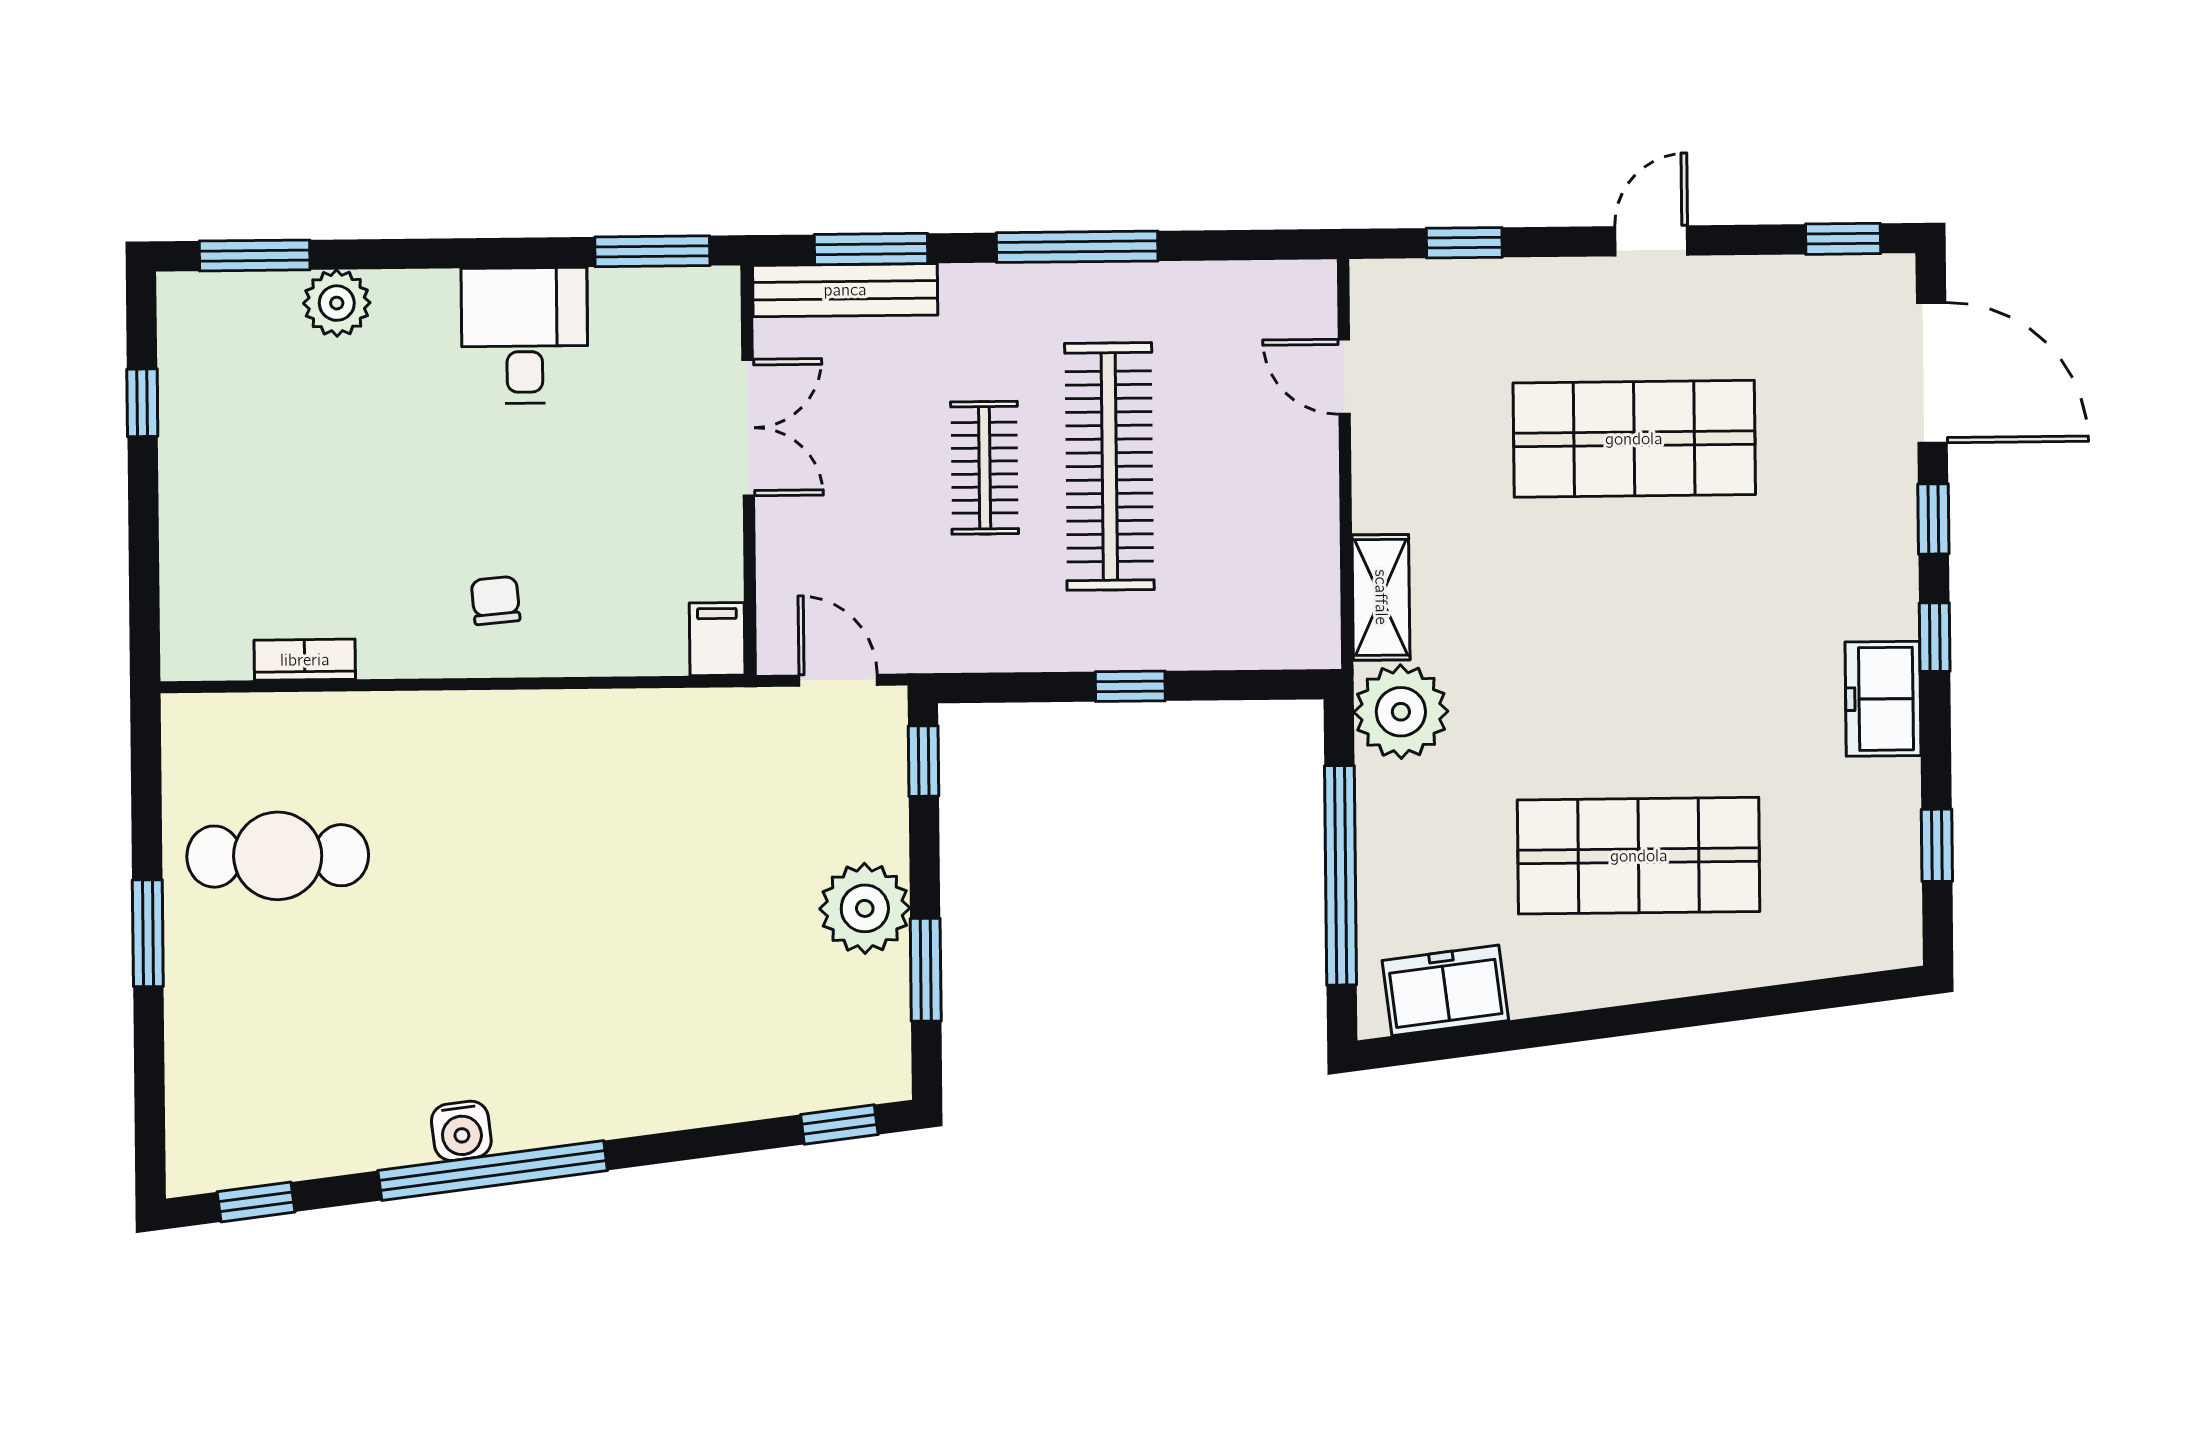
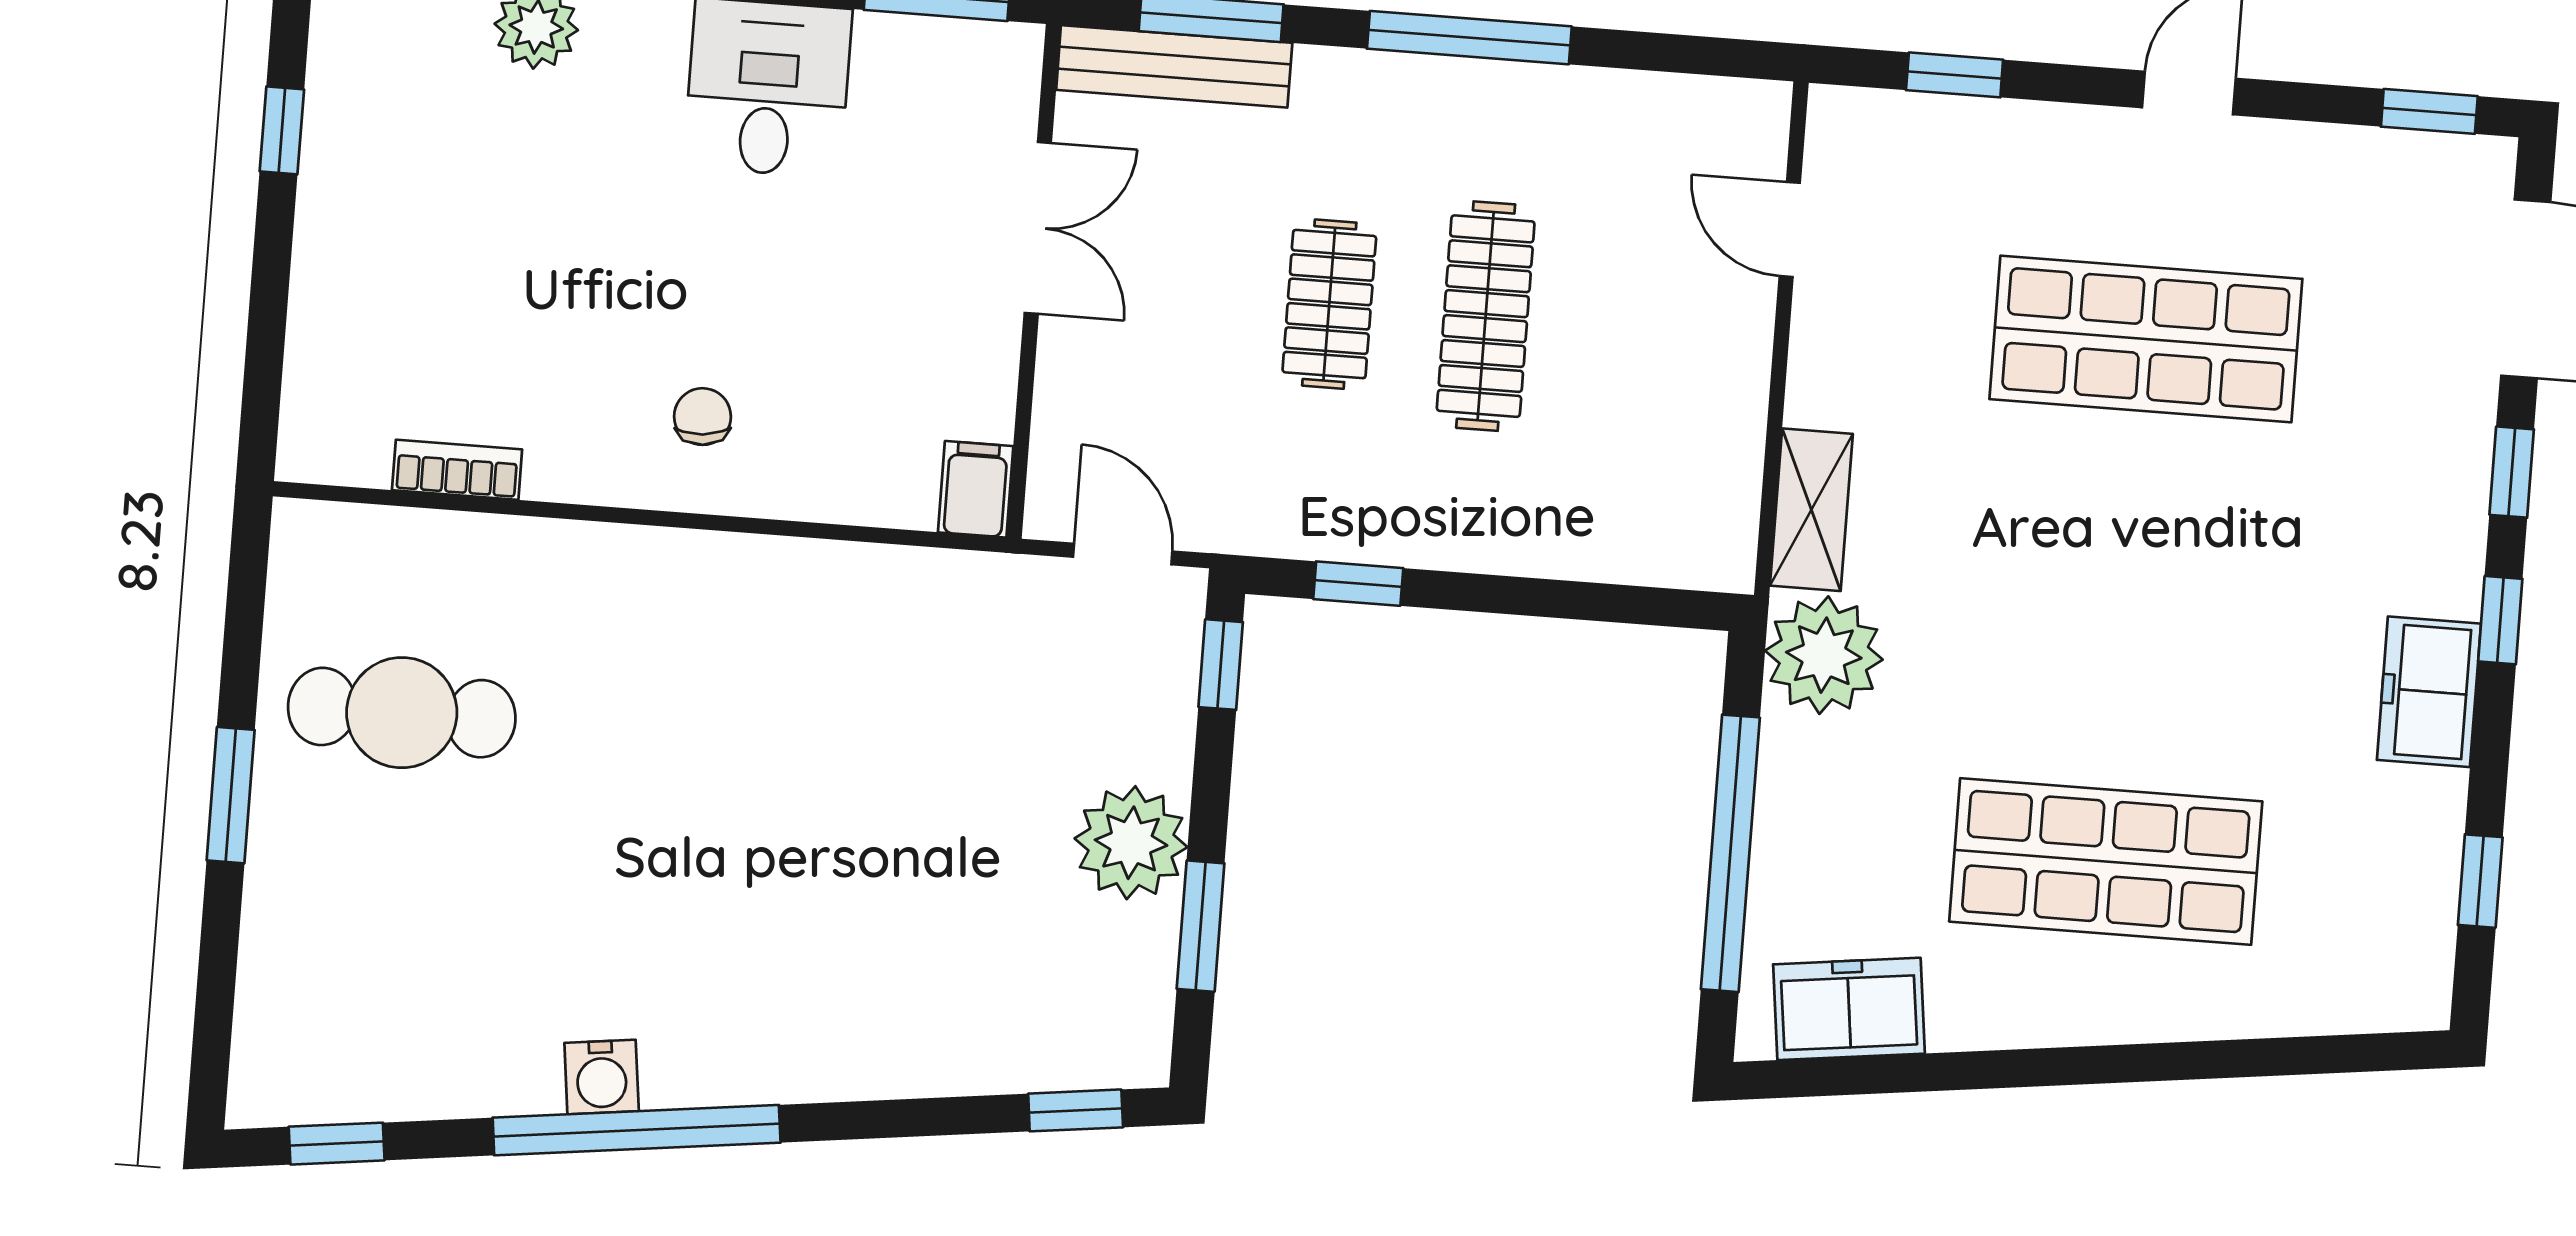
clothes rail: (1109, 466) -> (1486, 316), width x0.73, depth x0.76
window: (1130, 686) -> (1358, 584), moved

